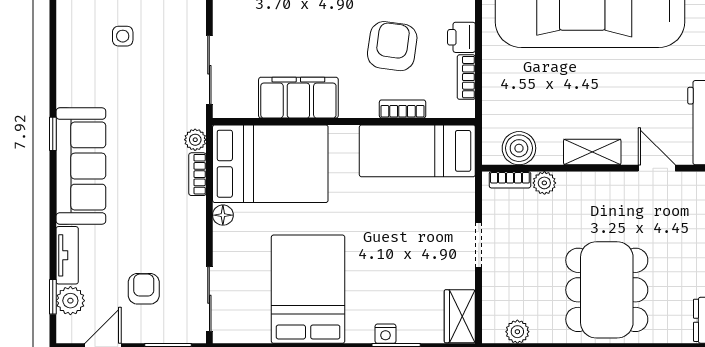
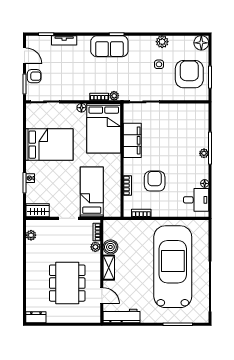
printer: (461, 37) -> (158, 211), removed
armchair: (392, 46) -> (155, 181), turned -98
boiler: (519, 148) -> (110, 247), moved
bed: (417, 151) -> (92, 192), moved
sofa: (81, 166) -> (109, 46), width x0.73
door: (657, 168) -> (102, 296), hinge flipped
armchair: (144, 289) -> (34, 76), moved
dining table: (607, 290) -> (67, 283), moved, turned 90
plant: (70, 301) -> (162, 42), moved

